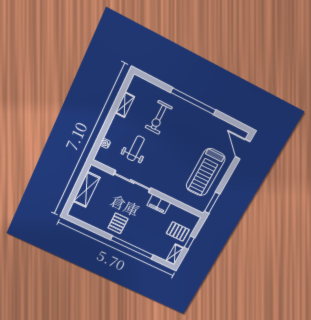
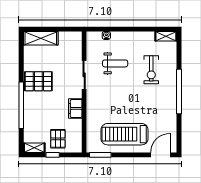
shelving: (125, 105) -> (166, 36), moved
exercise bike: (159, 117) -> (151, 70), turned -90
sliding door: (132, 181) -> (84, 75), width x0.73
shelving: (86, 189) -> (41, 38), moved
pallet: (118, 223) -> (38, 81), width x1.50, depth x1.42

